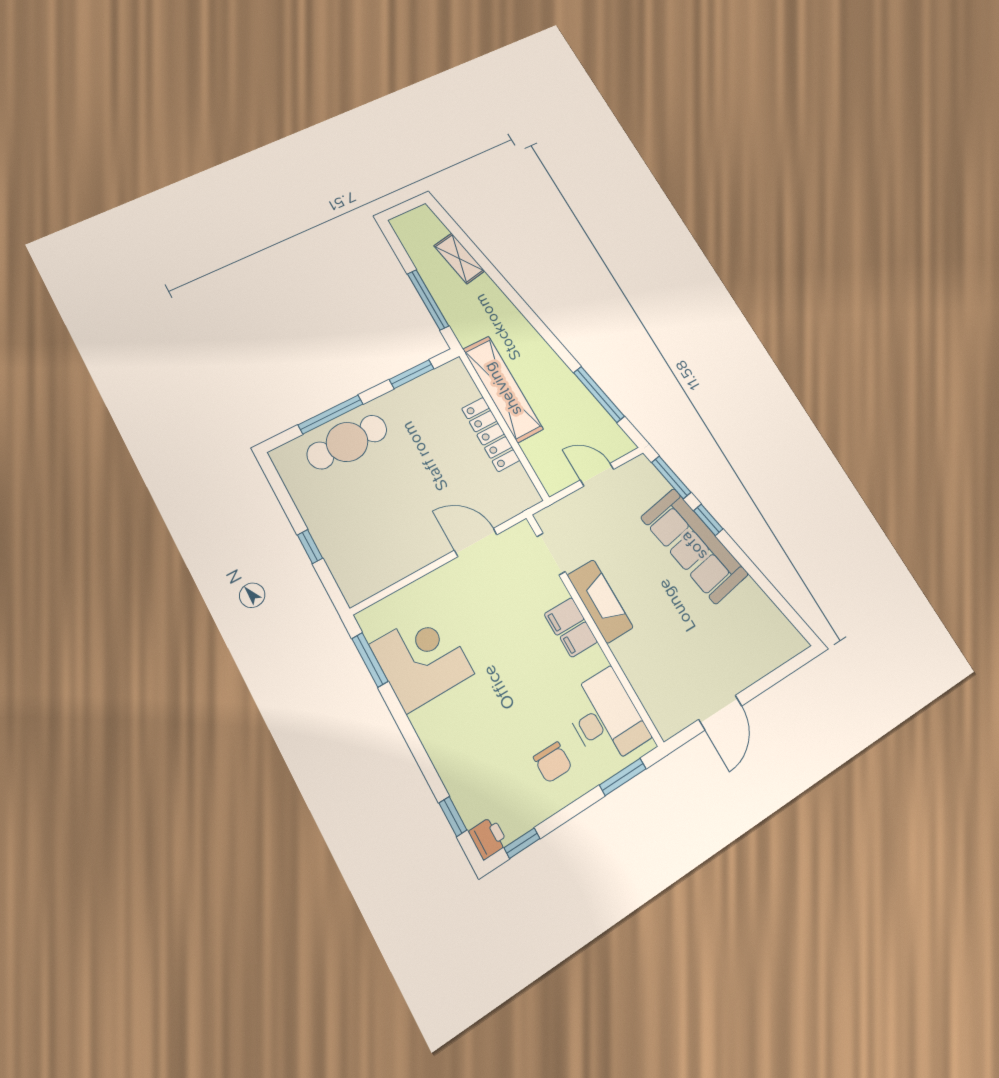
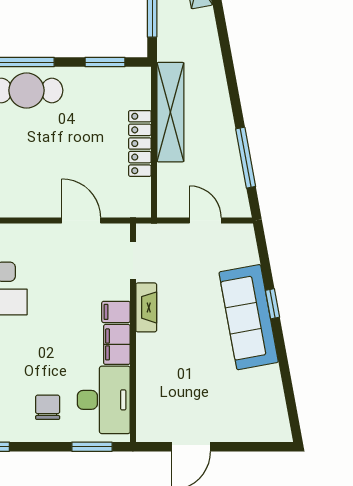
window: (671, 477) -> (264, 255), removed
fireplace: (600, 601) -> (146, 307), width x0.73, depth x0.76
filing cabinet: (579, 639) -> (117, 344), width x2.00
chair: (553, 762) -> (48, 407), turned 180

